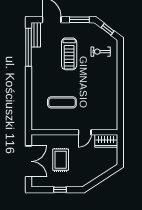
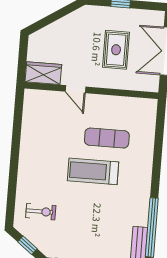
treadmill: (69, 54) -> (93, 171), moved, turned -90
door: (85, 132) -> (75, 89), swing flipped

